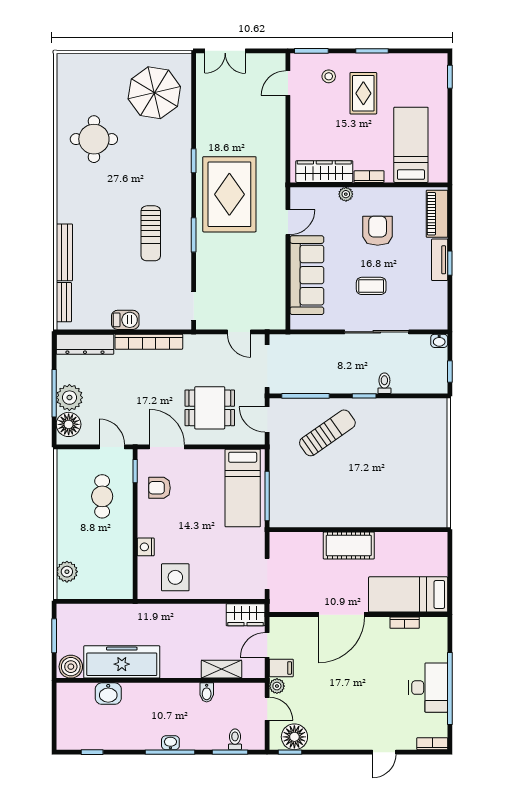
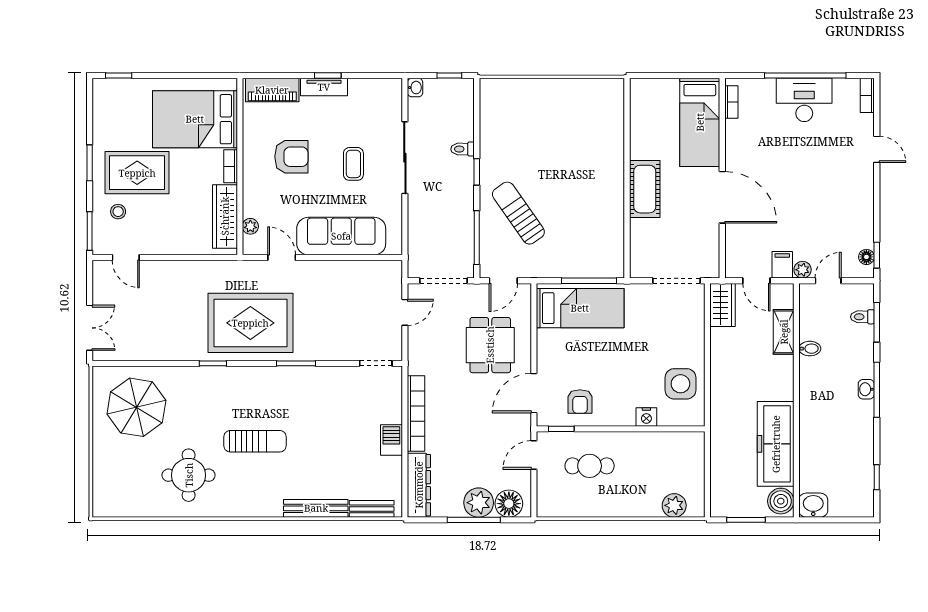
rug: (363, 93) -> (137, 173), width x1.36, depth x1.43
bed: (411, 145) -> (195, 119), width x1.50
plant: (346, 194) -> (250, 226), moved
armchair: (378, 231) -> (291, 157), turned 180
sun lounger: (151, 233) -> (255, 441), moved
doorway: (267, 574) -> (677, 281), width x1.38
bookcase: (405, 623) -> (731, 102), moved
washbasin: (108, 694) -> (813, 505), moved, turned -90
floor lamp: (294, 737) -> (866, 257), width x0.53, depth x0.53

